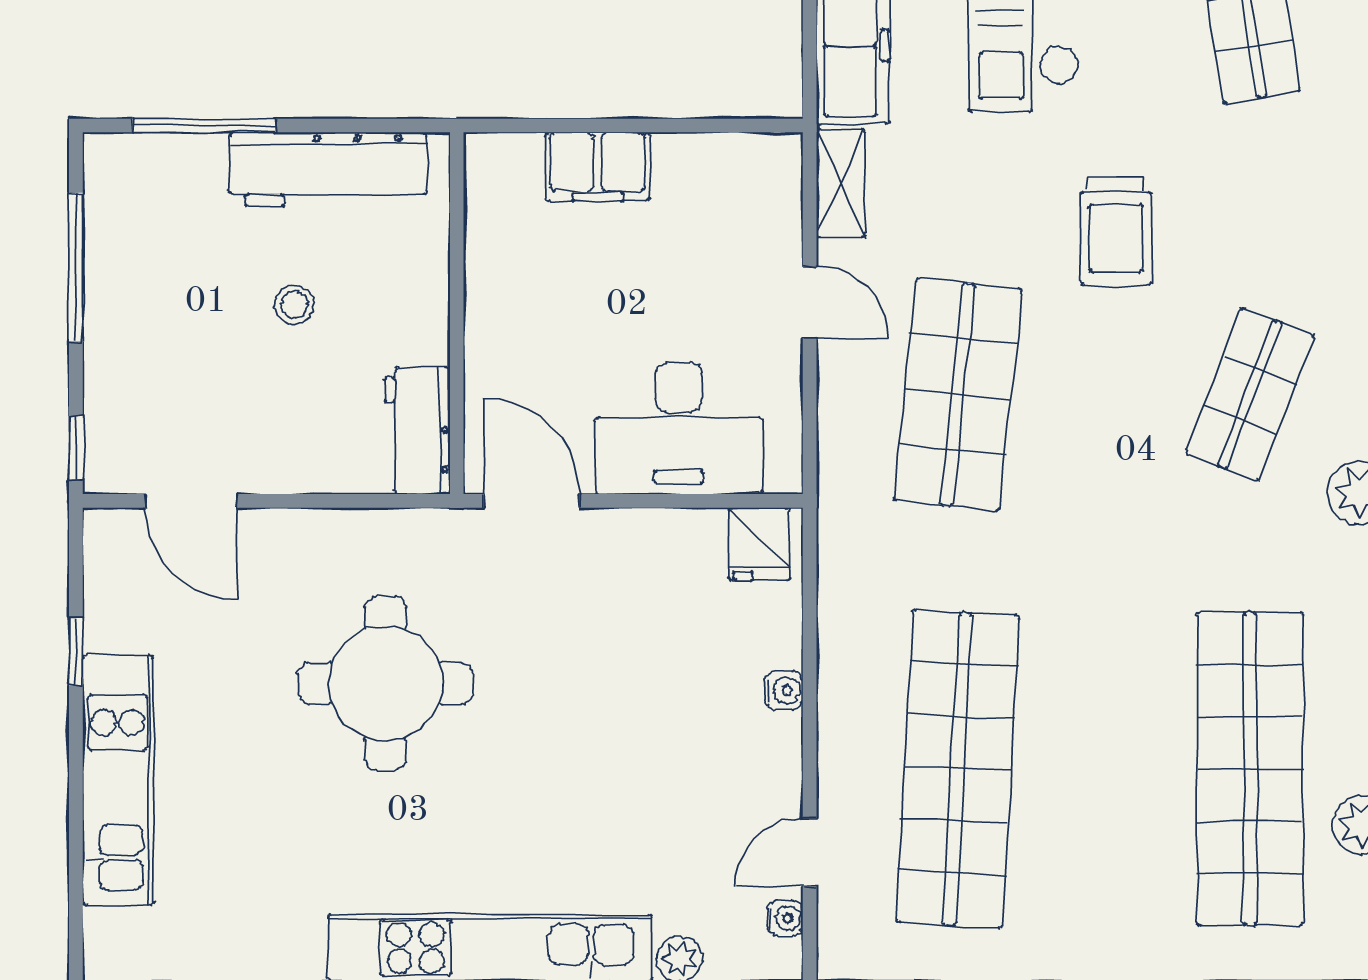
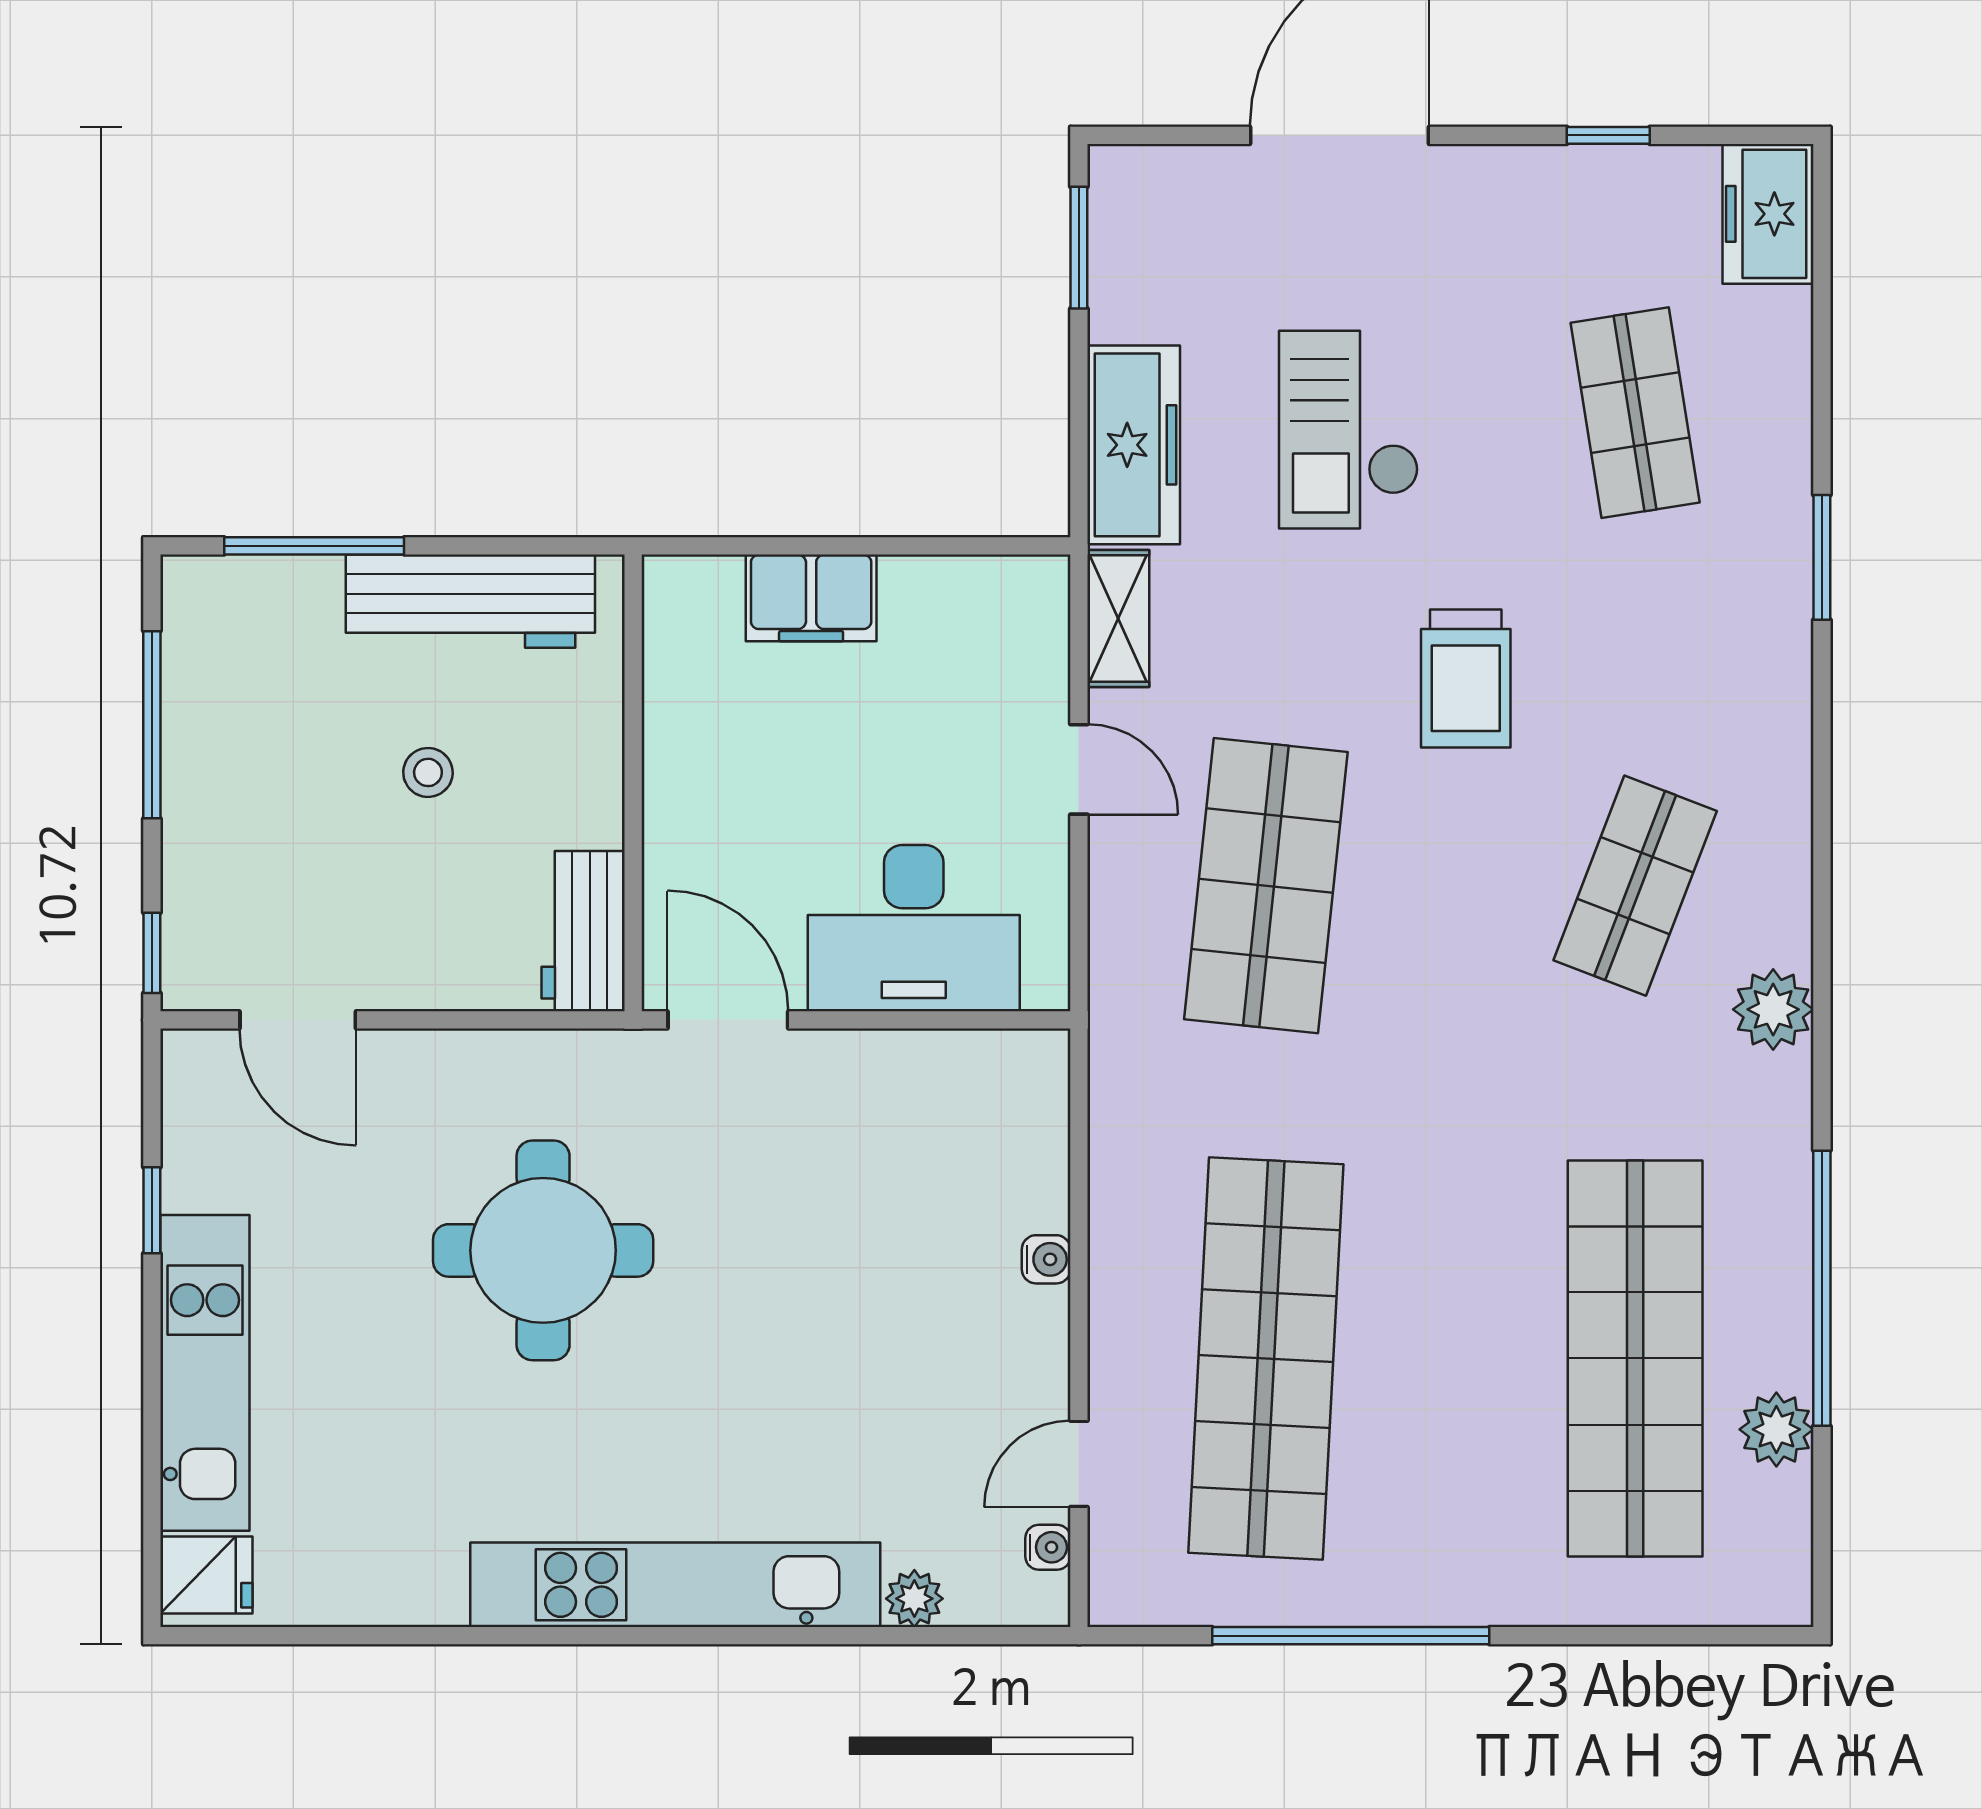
fridge: (759, 544) -> (206, 1575), moved, turned -90

